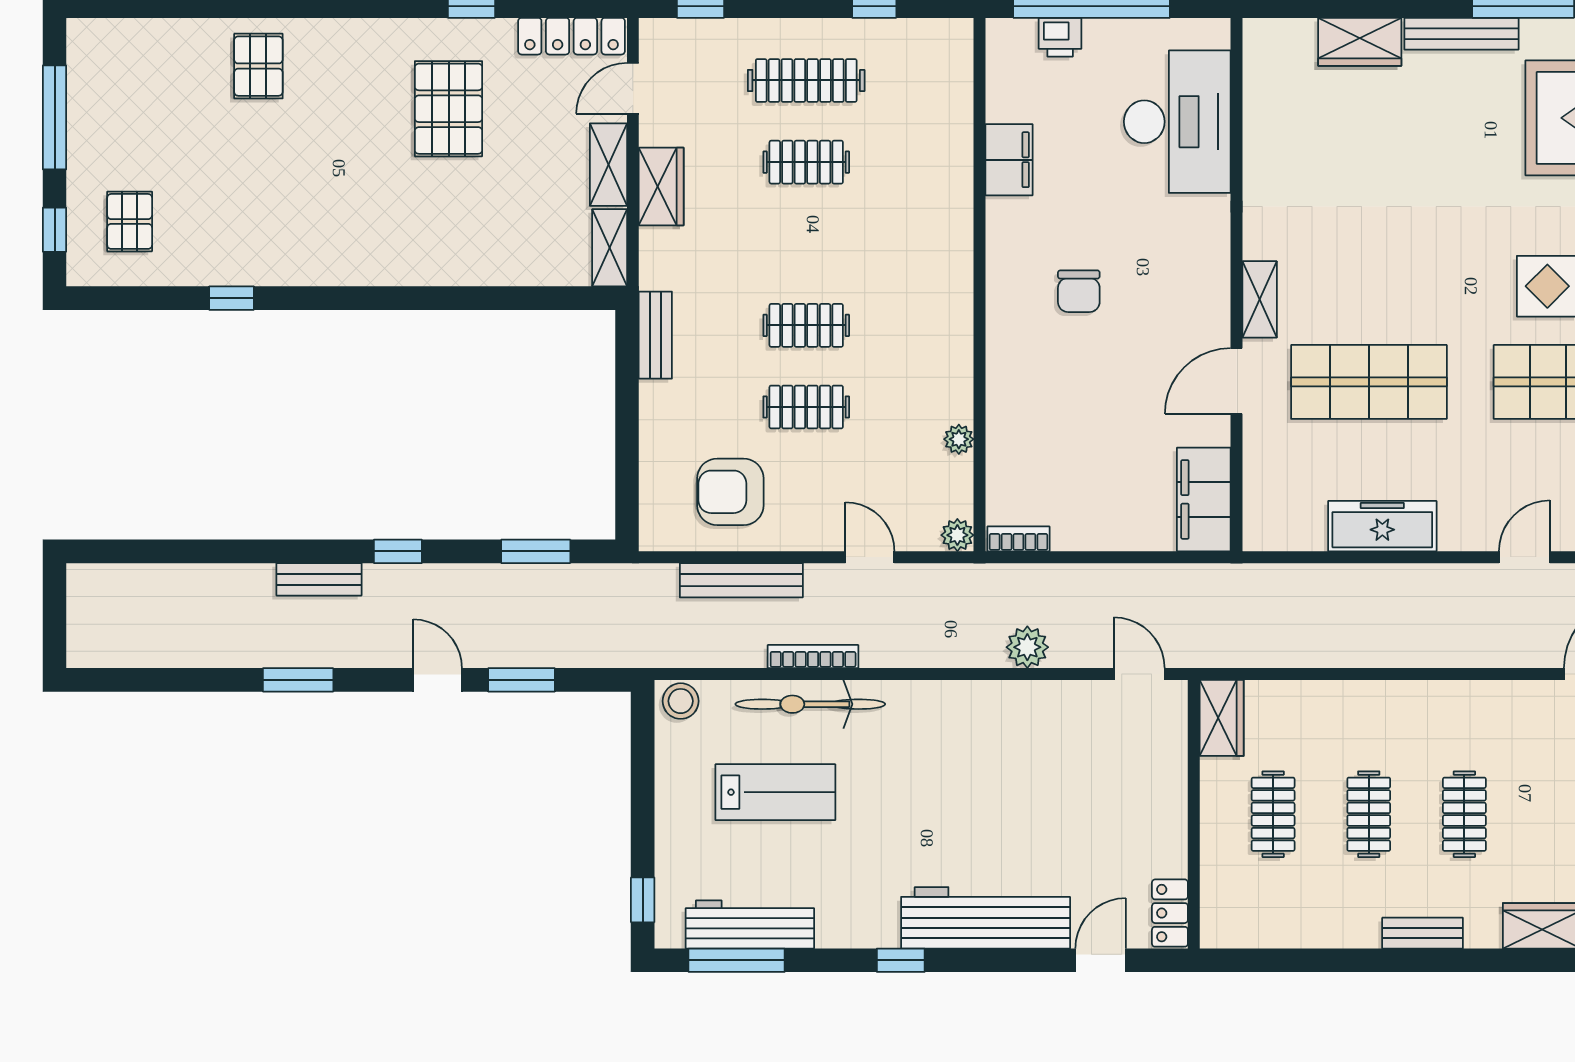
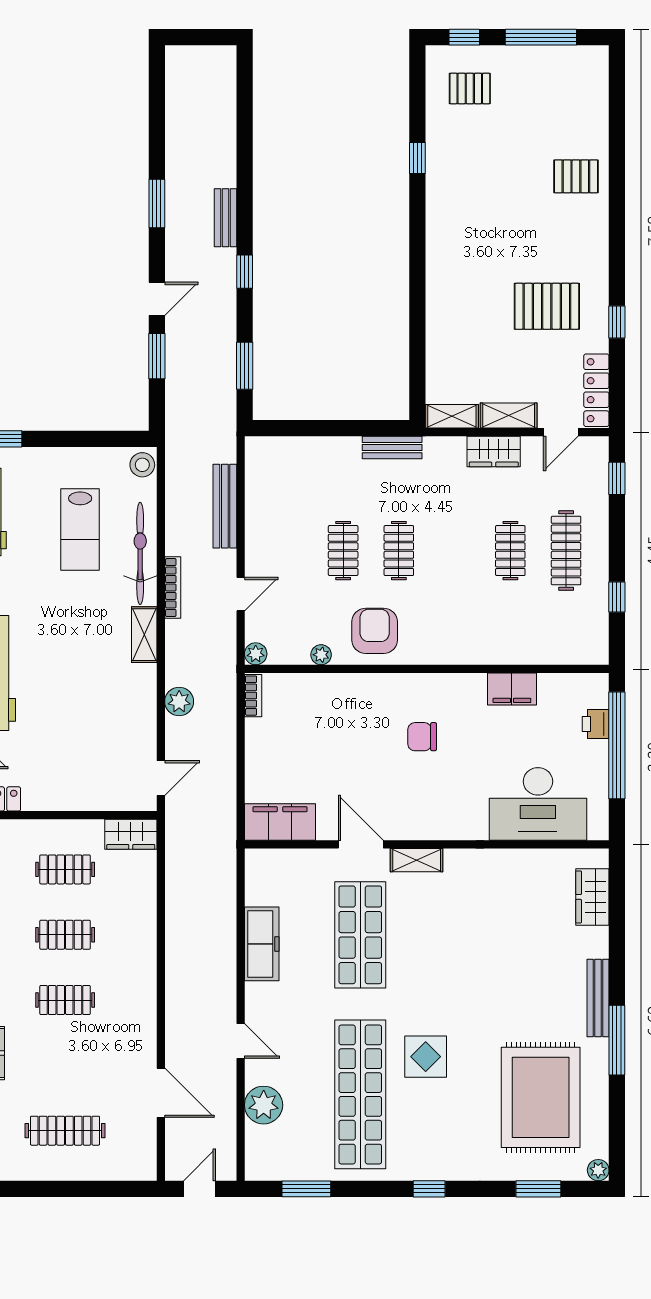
wardrobe: (1360, 42) -> (592, 897), moved
door: (633, 88) -> (561, 432), swing flipped
armchair: (730, 492) -> (375, 631), moved
bookcase: (813, 657) -> (173, 587), moved
shelving: (929, 698) -> (144, 635), added

